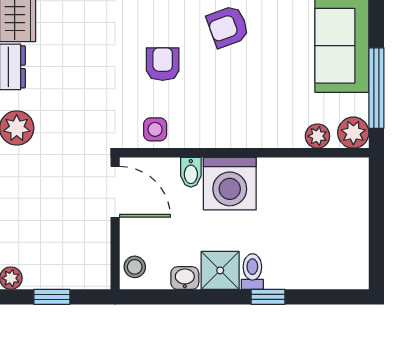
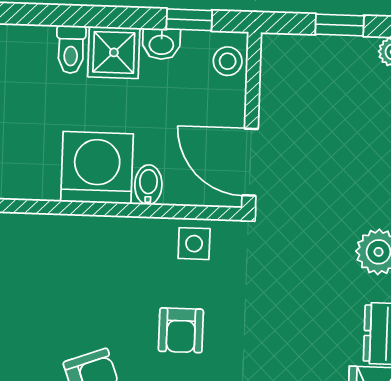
window: (268, 297) -> (189, 20), moved

